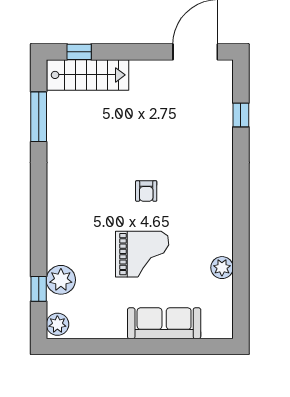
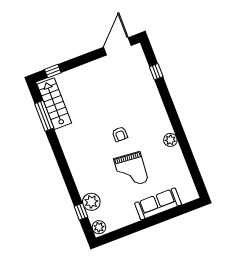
stairs: (88, 75) -> (54, 104), moved, turned -90
grand piano: (142, 254) -> (131, 170), turned 95
plant: (222, 268) -> (170, 140), moved

